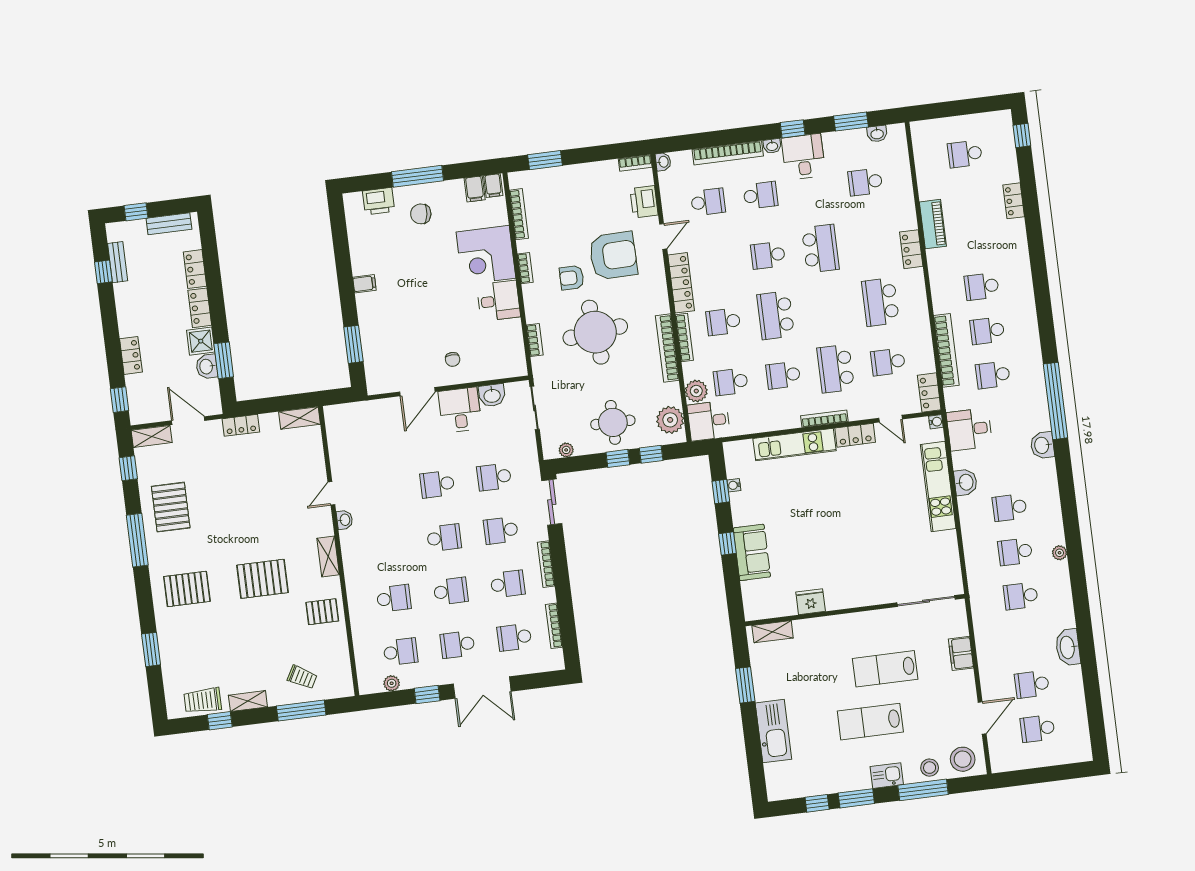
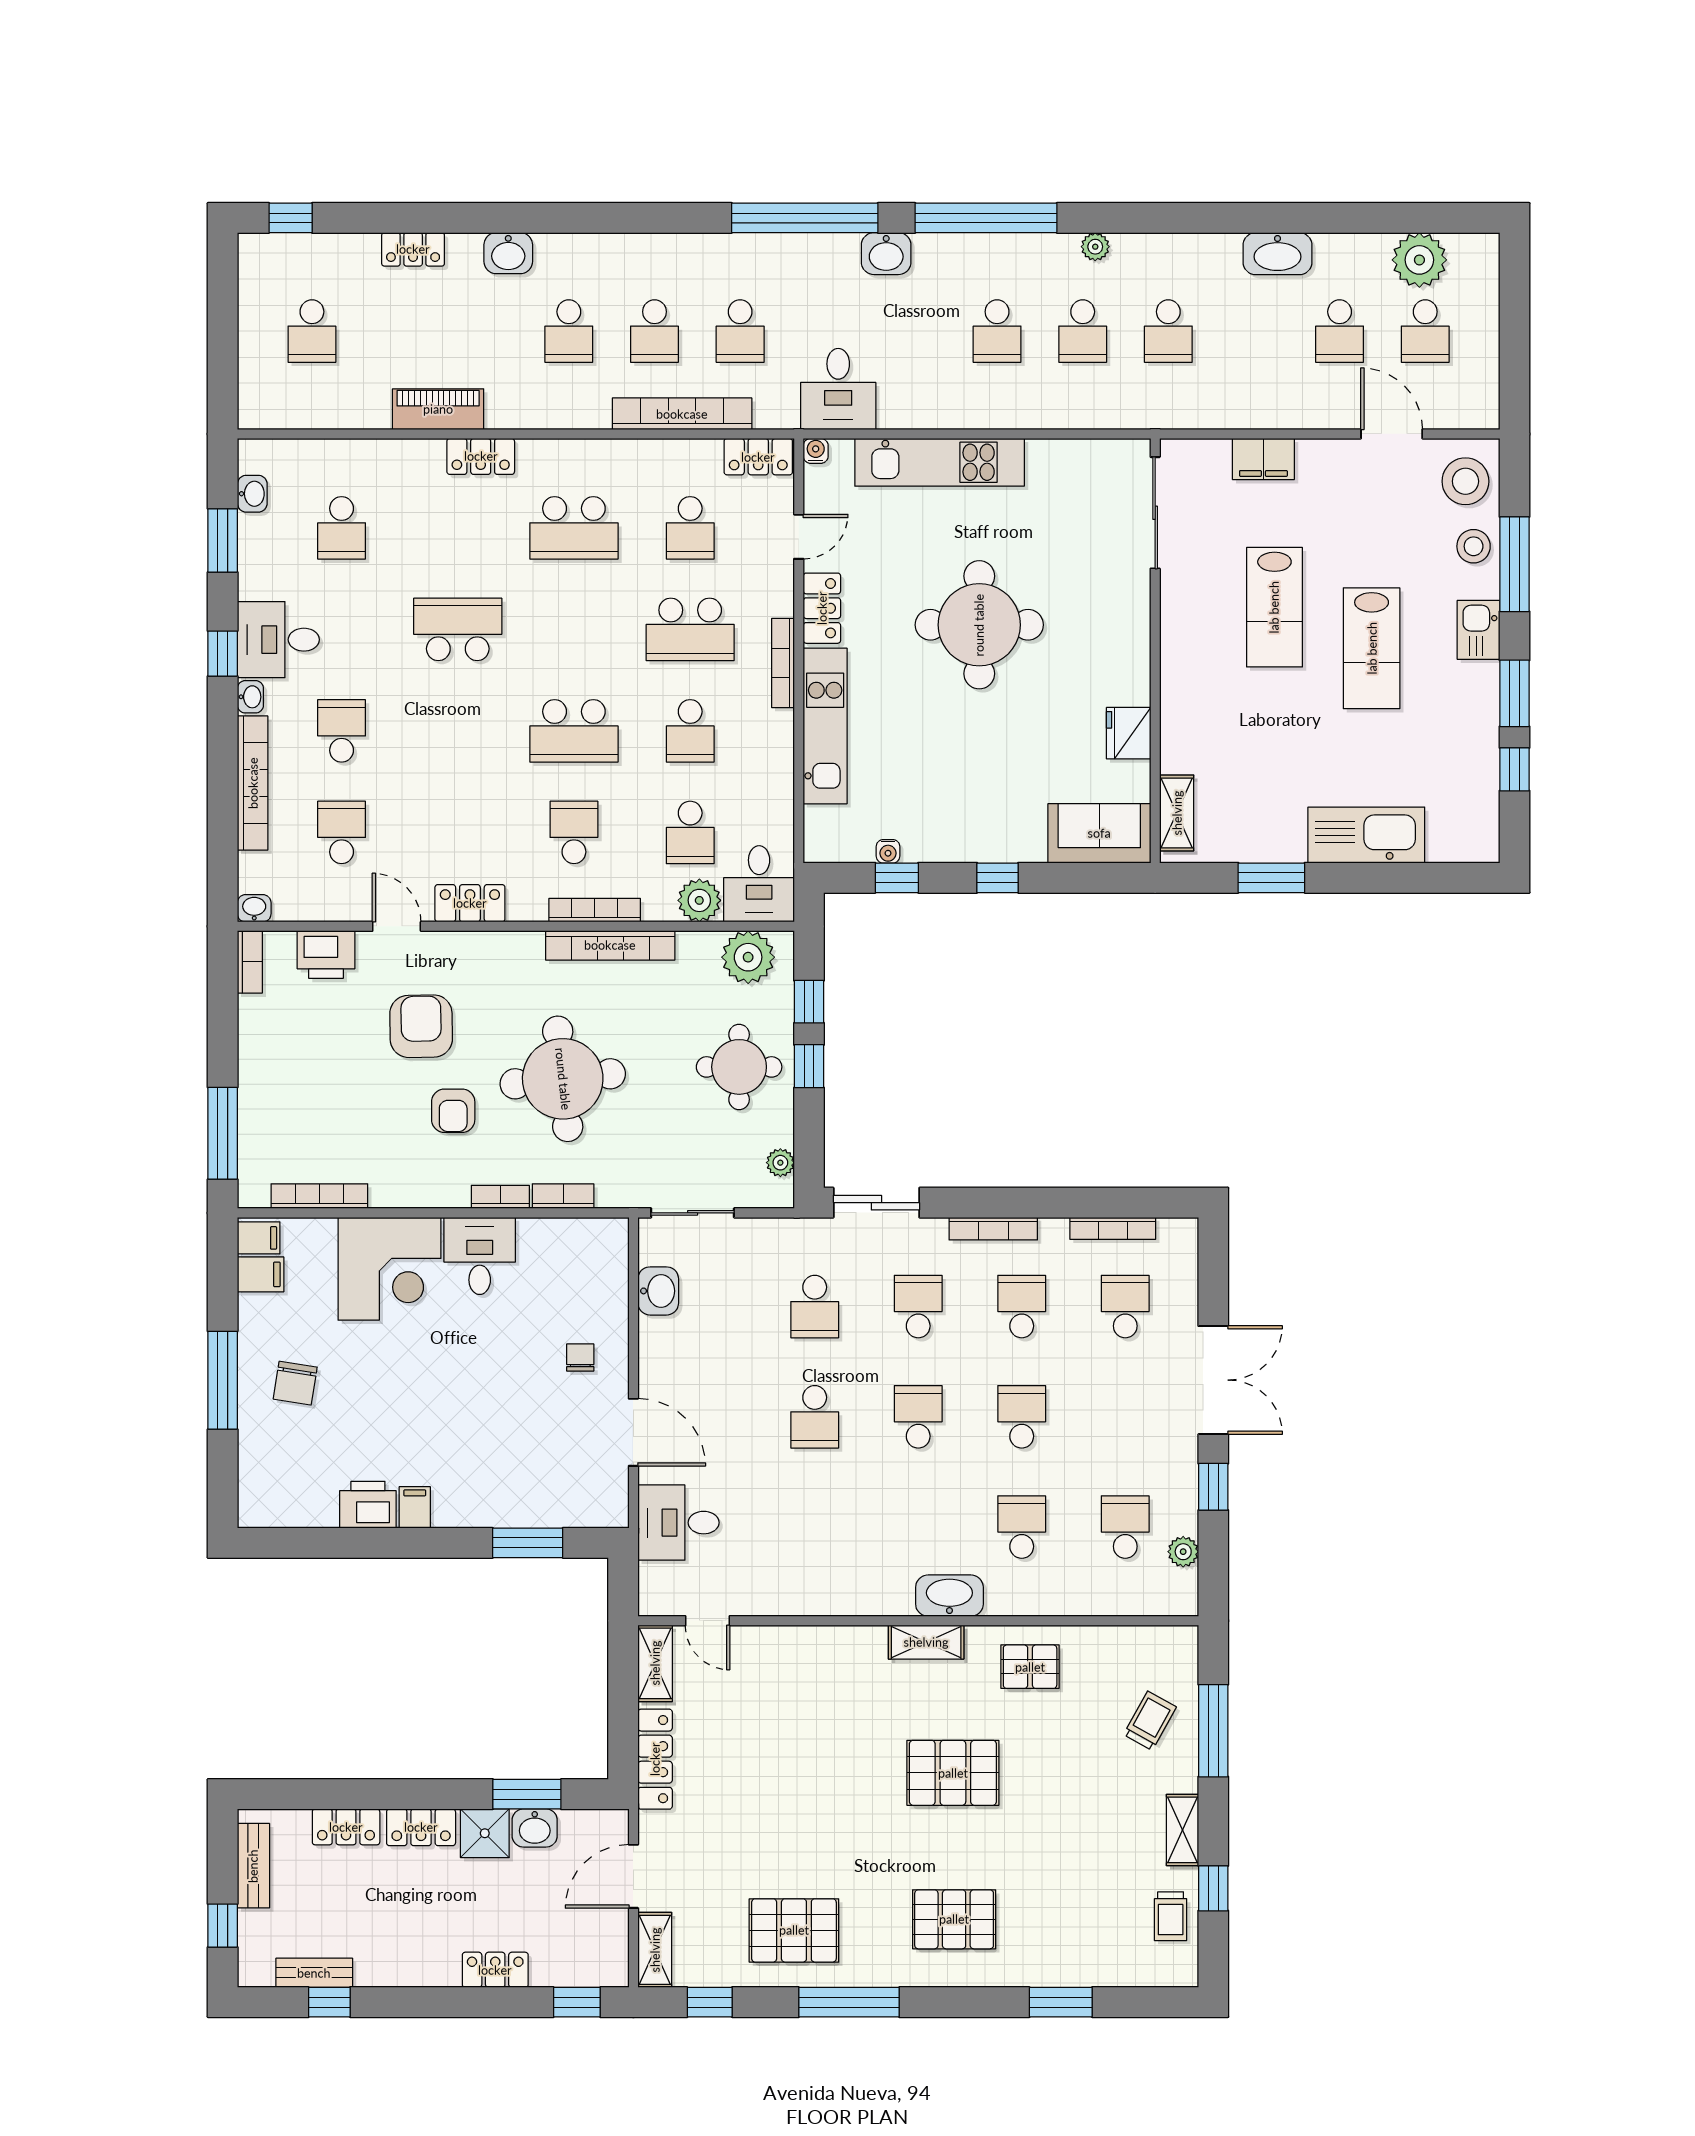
window: (545, 160) -> (223, 1133), width x1.44
printer: (379, 201) -> (368, 1505), moved, turned -90
school desk: (768, 255) -> (458, 731), removed
armchair: (613, 256) -> (421, 1026), width x0.73, depth x0.73
bookcase: (525, 268) -> (500, 1197), moved
locker: (681, 283) -> (470, 903), width x0.66
school desk: (723, 322) -> (574, 832), turned 180
chair: (453, 359) -> (580, 1357), turned -90
desk: (460, 410) -> (678, 1523), moved
locker: (241, 425) -> (655, 1759), width x1.53
washbasin: (966, 482) -> (508, 253), moved, turned 180
door: (331, 493) -> (708, 1621), moved
window: (1067, 494) -> (986, 218), added
round table: (857, 518) -> (979, 625), added
washbasin: (345, 520) -> (949, 1596), moved, width x1.91, depth x1.45
school desk: (501, 530) -> (918, 1307), turned 180
sofa: (752, 552) -> (1099, 833), moved
pallet: (262, 579) -> (953, 1773), turned 90
pallet: (187, 589) -> (954, 1919), turned 90
pallet: (322, 612) -> (1030, 1667), turned 90
school desk: (514, 637) -> (1125, 1307), turned 180
school desk: (457, 645) -> (1125, 1417), removed
trolley: (203, 700) -> (1171, 1916), width x0.73, depth x0.72
plant: (1074, 721) -> (1419, 260), added

